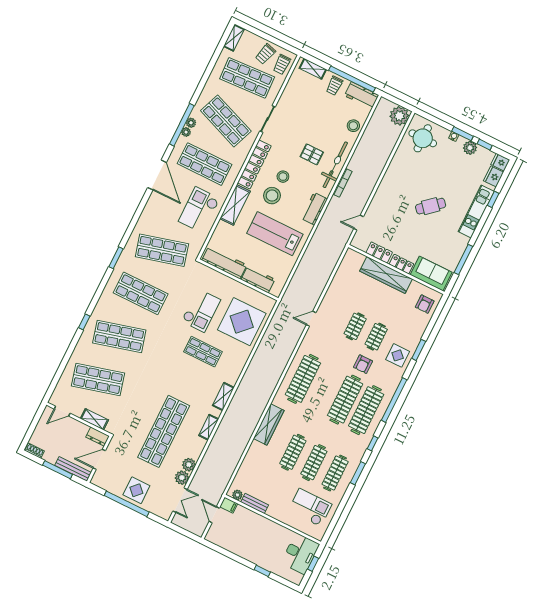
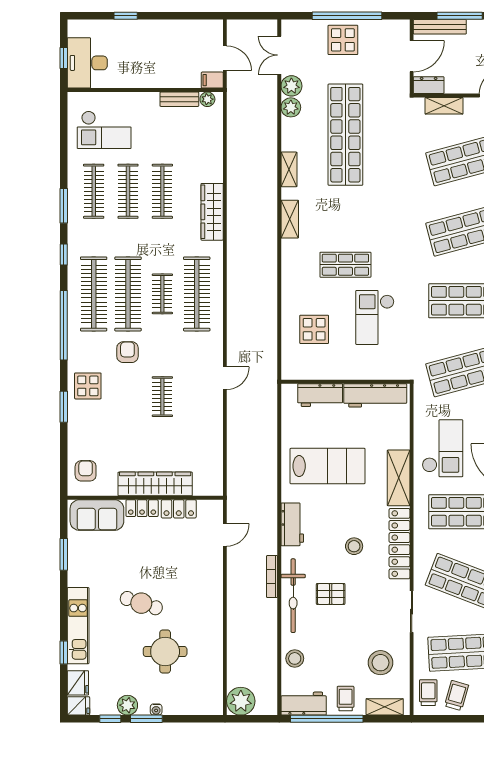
round table: (423, 138) -> (165, 652), moved
stool: (272, 196) -> (380, 663), moved
cafe table: (431, 206) -> (141, 603), turned 59
window: (463, 259) -> (64, 554), width x0.69
display table: (242, 322) -> (314, 329), width x0.54, depth x0.54
clothes rail: (376, 337) -> (162, 294), moved

